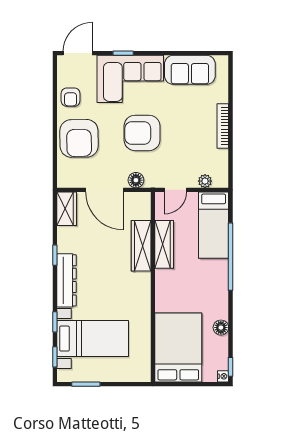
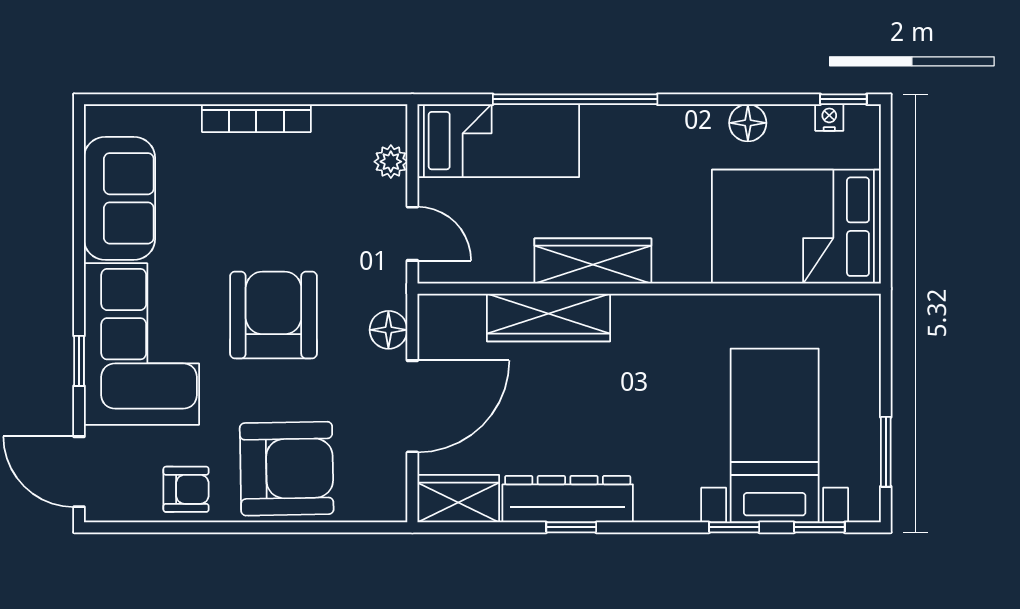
armchair: (142, 133) -> (273, 315), turned 180
wardrobe: (164, 244) -> (593, 261), moved
dresser: (66, 280) -> (568, 499), moved
nightstand: (223, 376) -> (829, 118), moved

